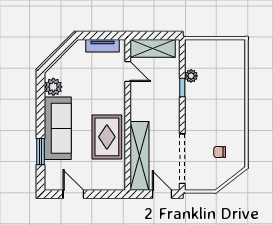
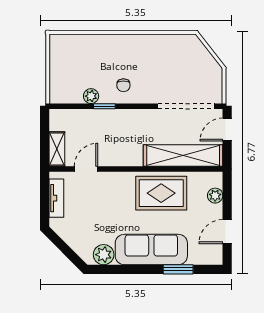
shelving: (153, 48) -> (57, 149), width x0.67, depth x0.75
chair: (220, 152) -> (123, 85), moved
plant: (105, 184) -> (215, 196), added

